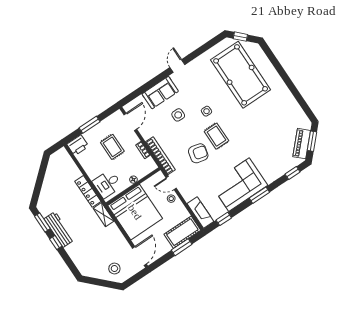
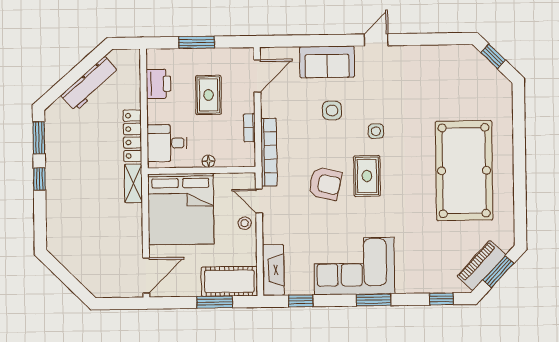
pool table: (241, 75) -> (464, 171), moved
printer: (78, 145) -> (158, 84), moved, turned -90
workbench: (59, 229) -> (90, 84), moved, turned 49
stool: (114, 269) -> (99, 270), removed

